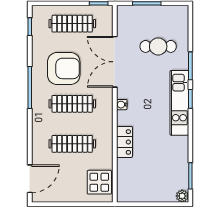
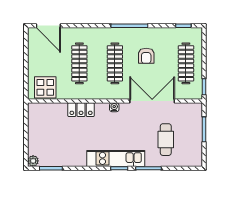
armchair: (64, 68) -> (146, 56), width x0.53, depth x0.53

